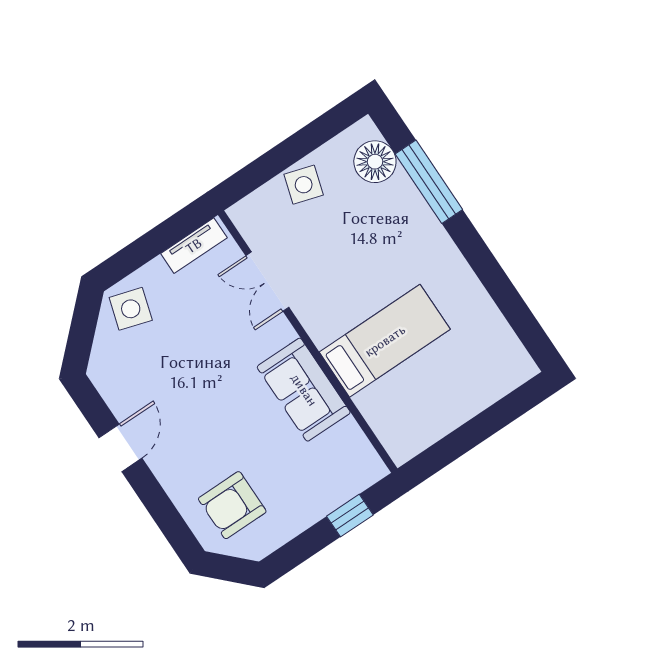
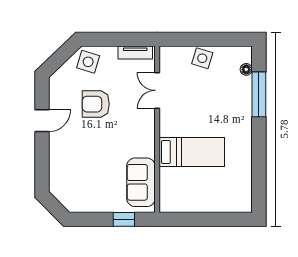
floor lamp: (375, 162) -> (246, 69), width x0.53, depth x0.53
sofa: (304, 390) -> (141, 182), moved
armchair: (232, 505) -> (96, 104), moved

